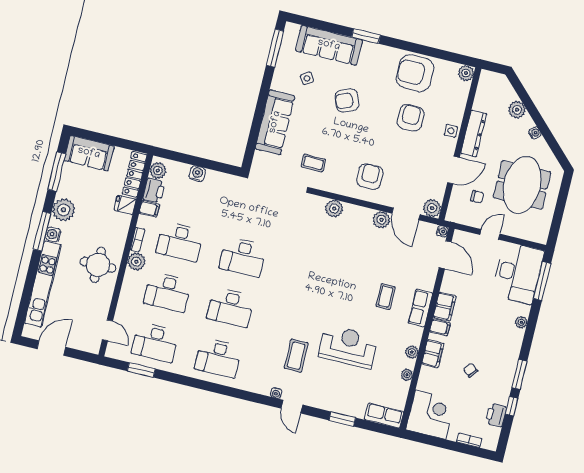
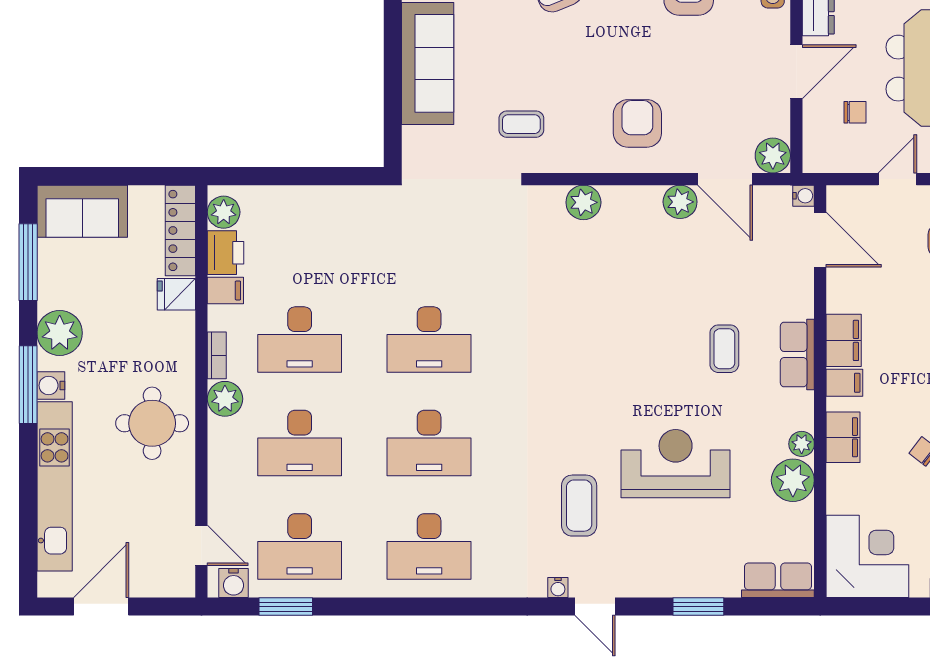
water cooler: (197, 174) -> (234, 583), moved, turned 180
plant: (407, 375) -> (793, 480), width x1.88, depth x1.88

